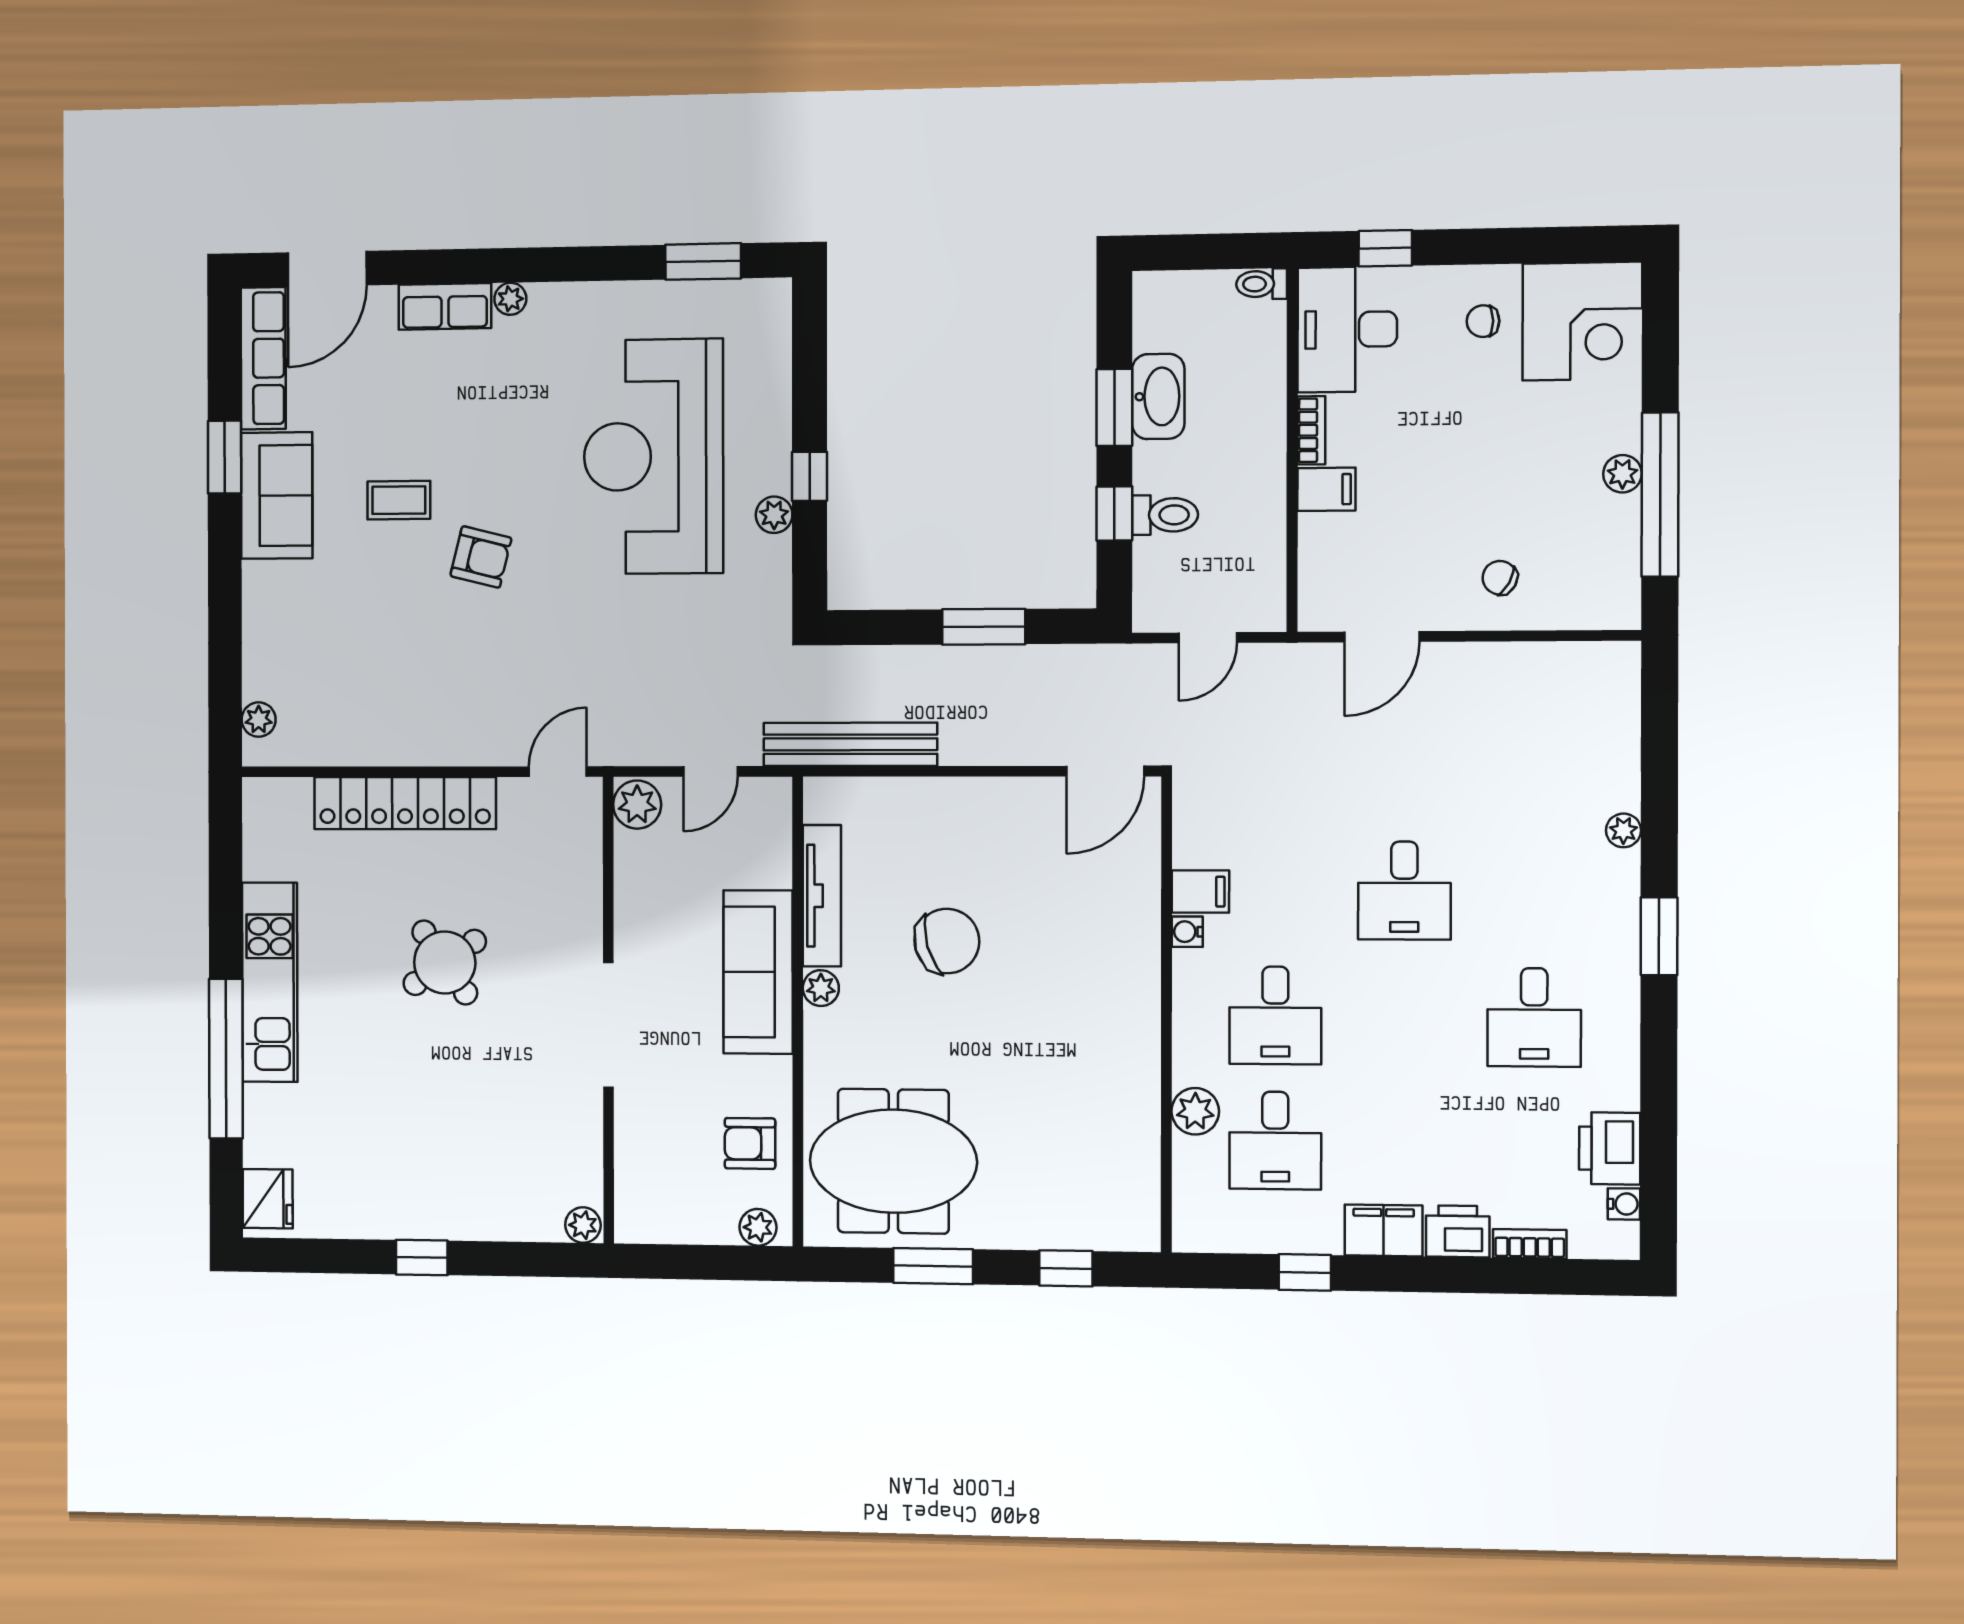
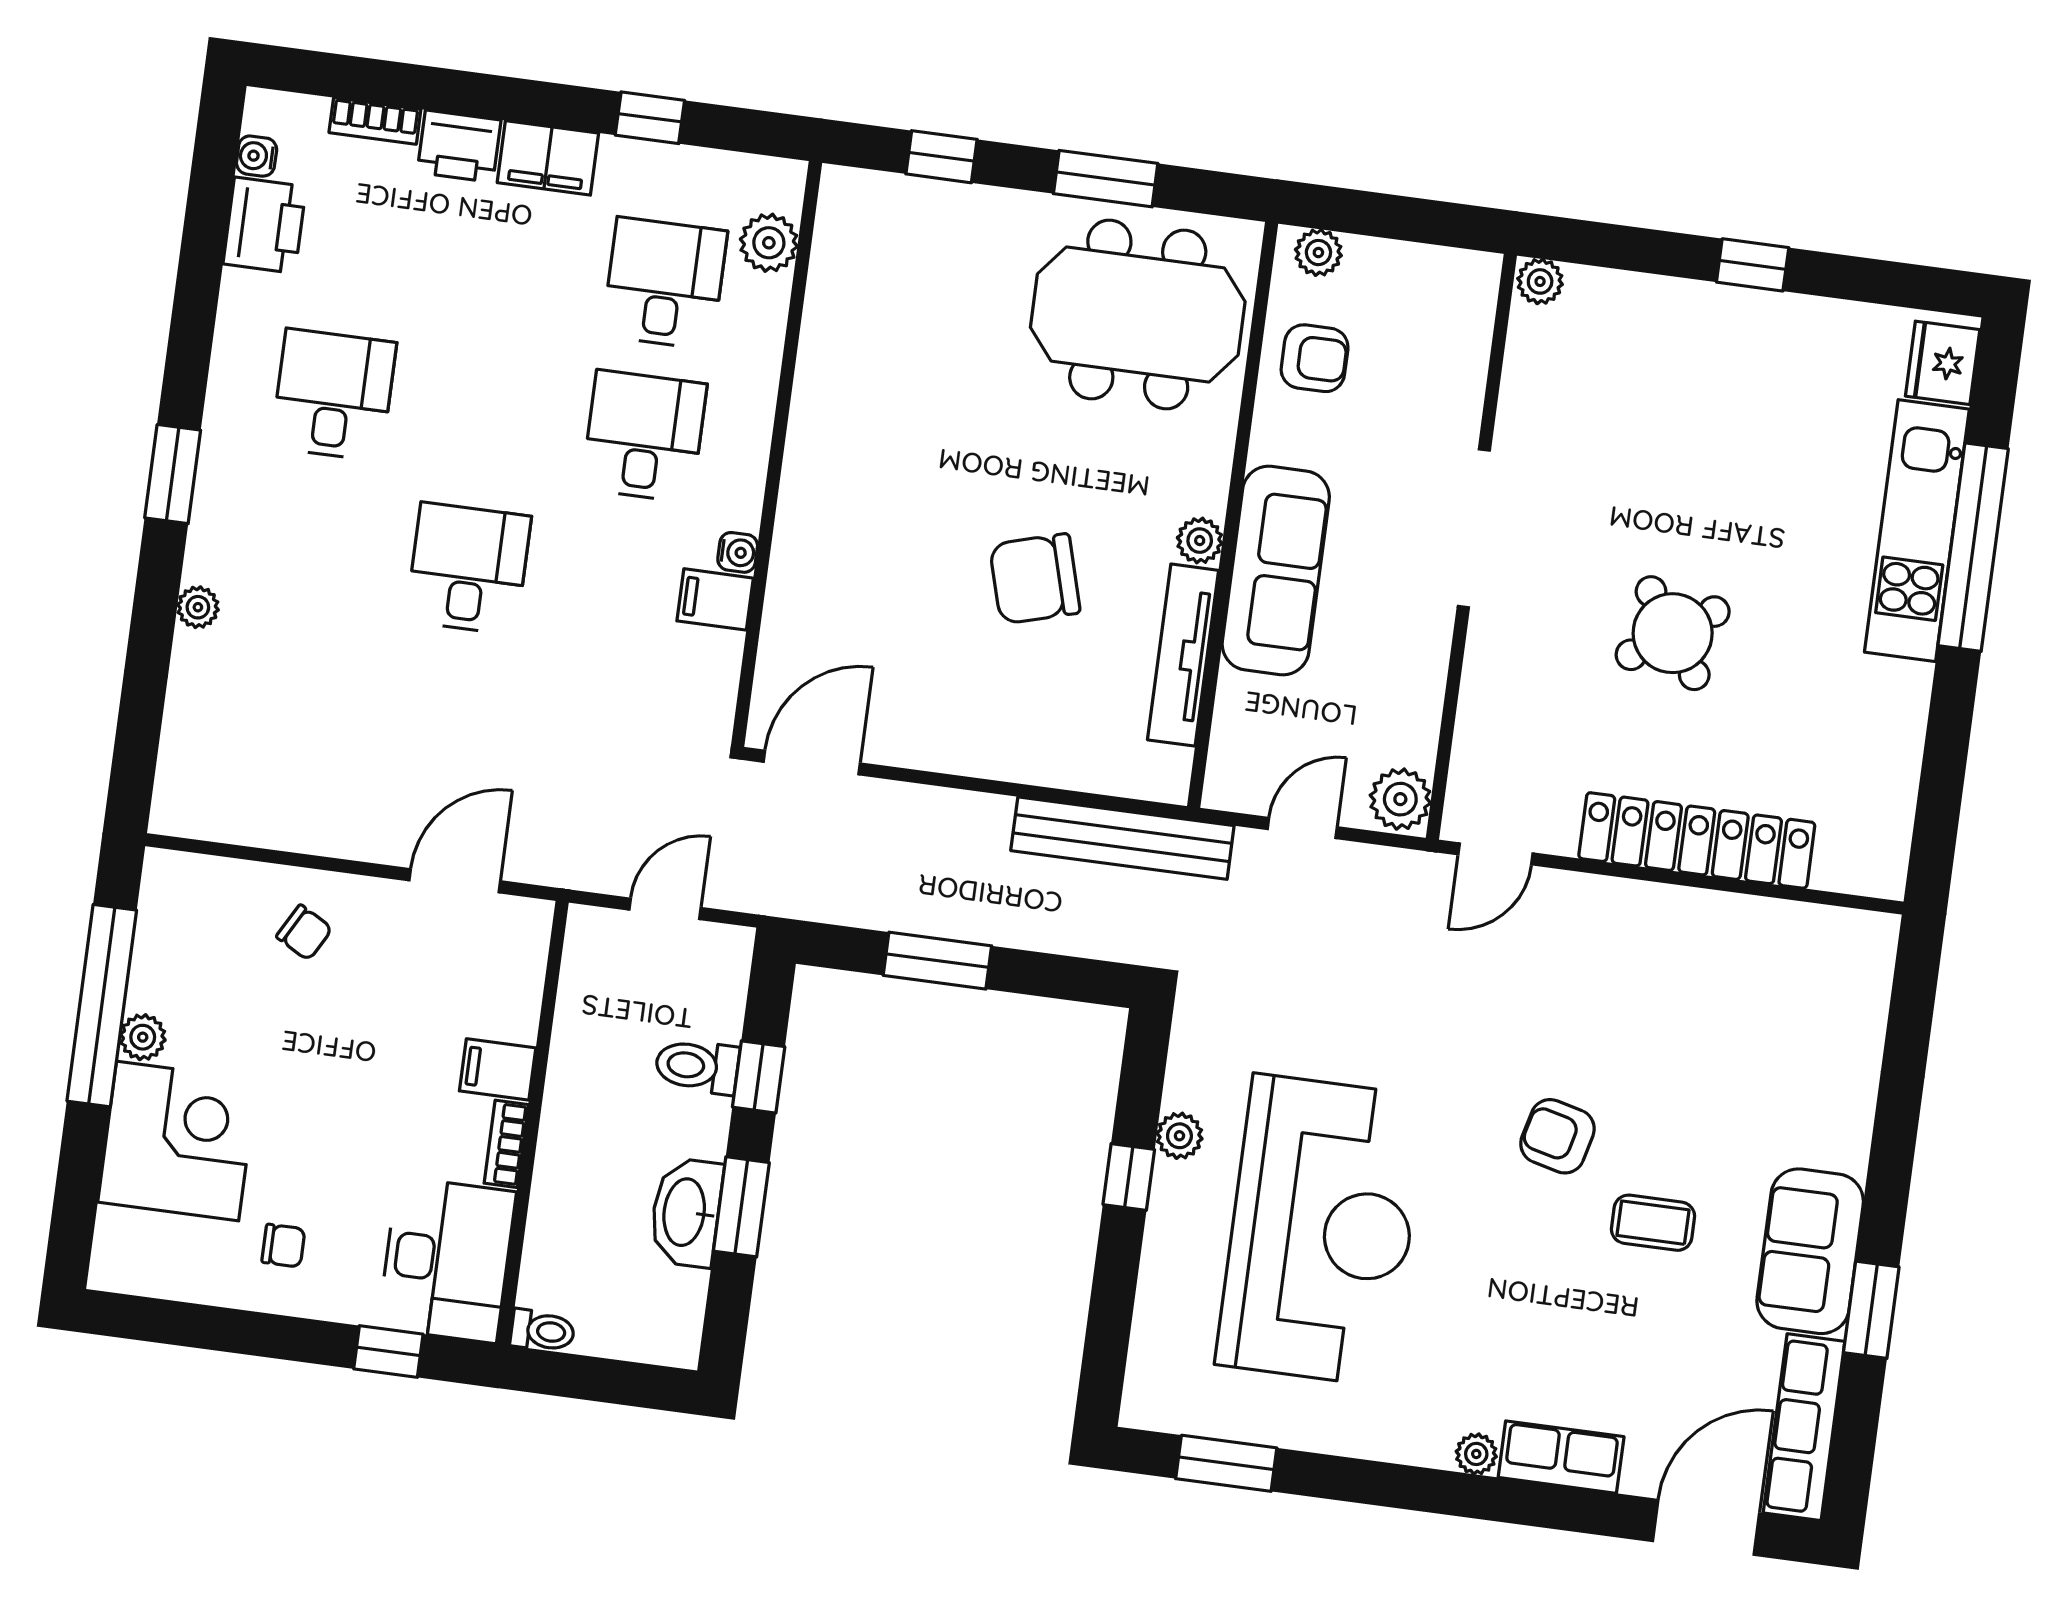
corner desk: (1582, 321) -> (178, 1141), moved, turned 90
plant: (259, 720) -> (1872, 971), removed
kitchen unit: (270, 982) -> (1917, 531), moved
plant: (1195, 1111) -> (769, 243), moved

